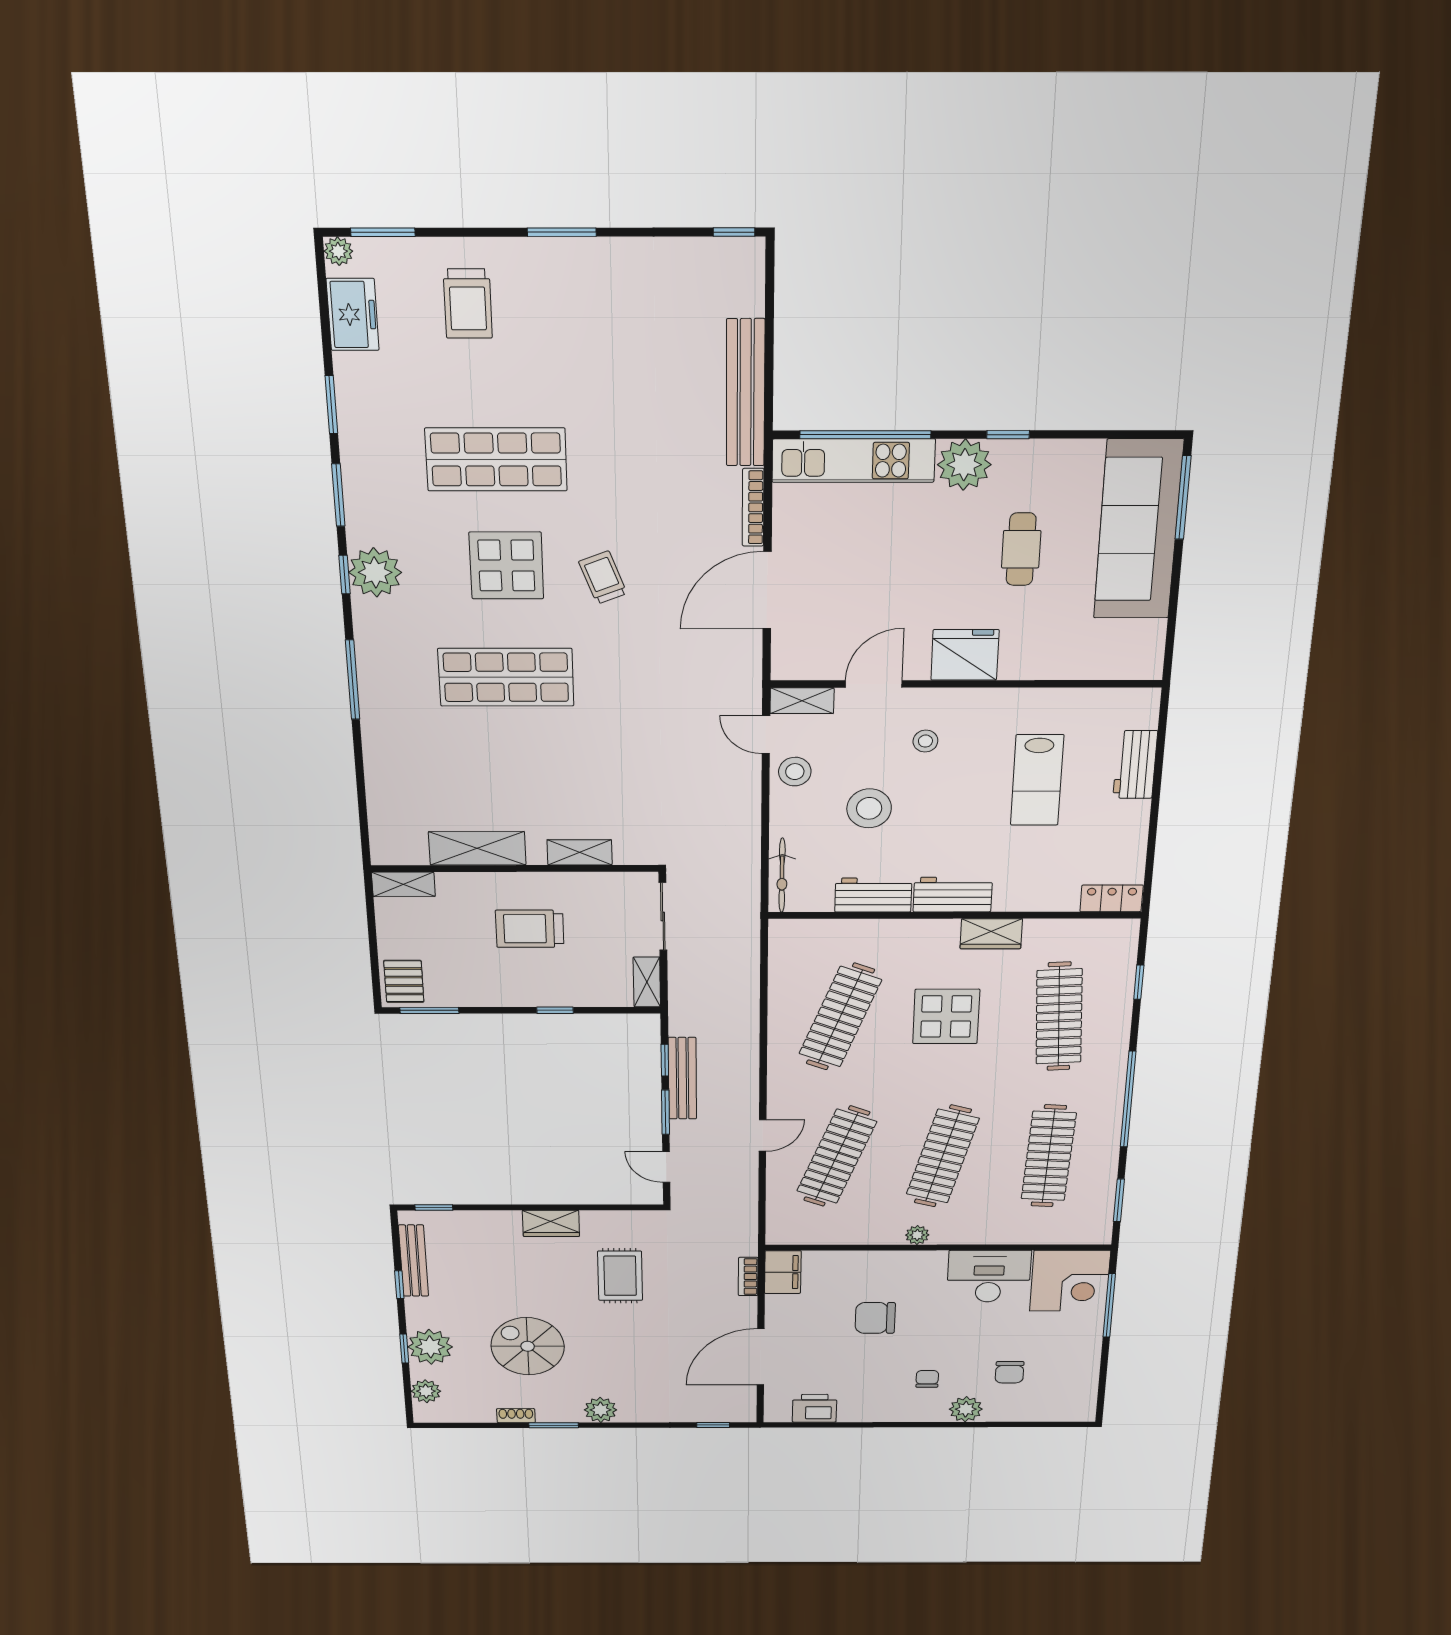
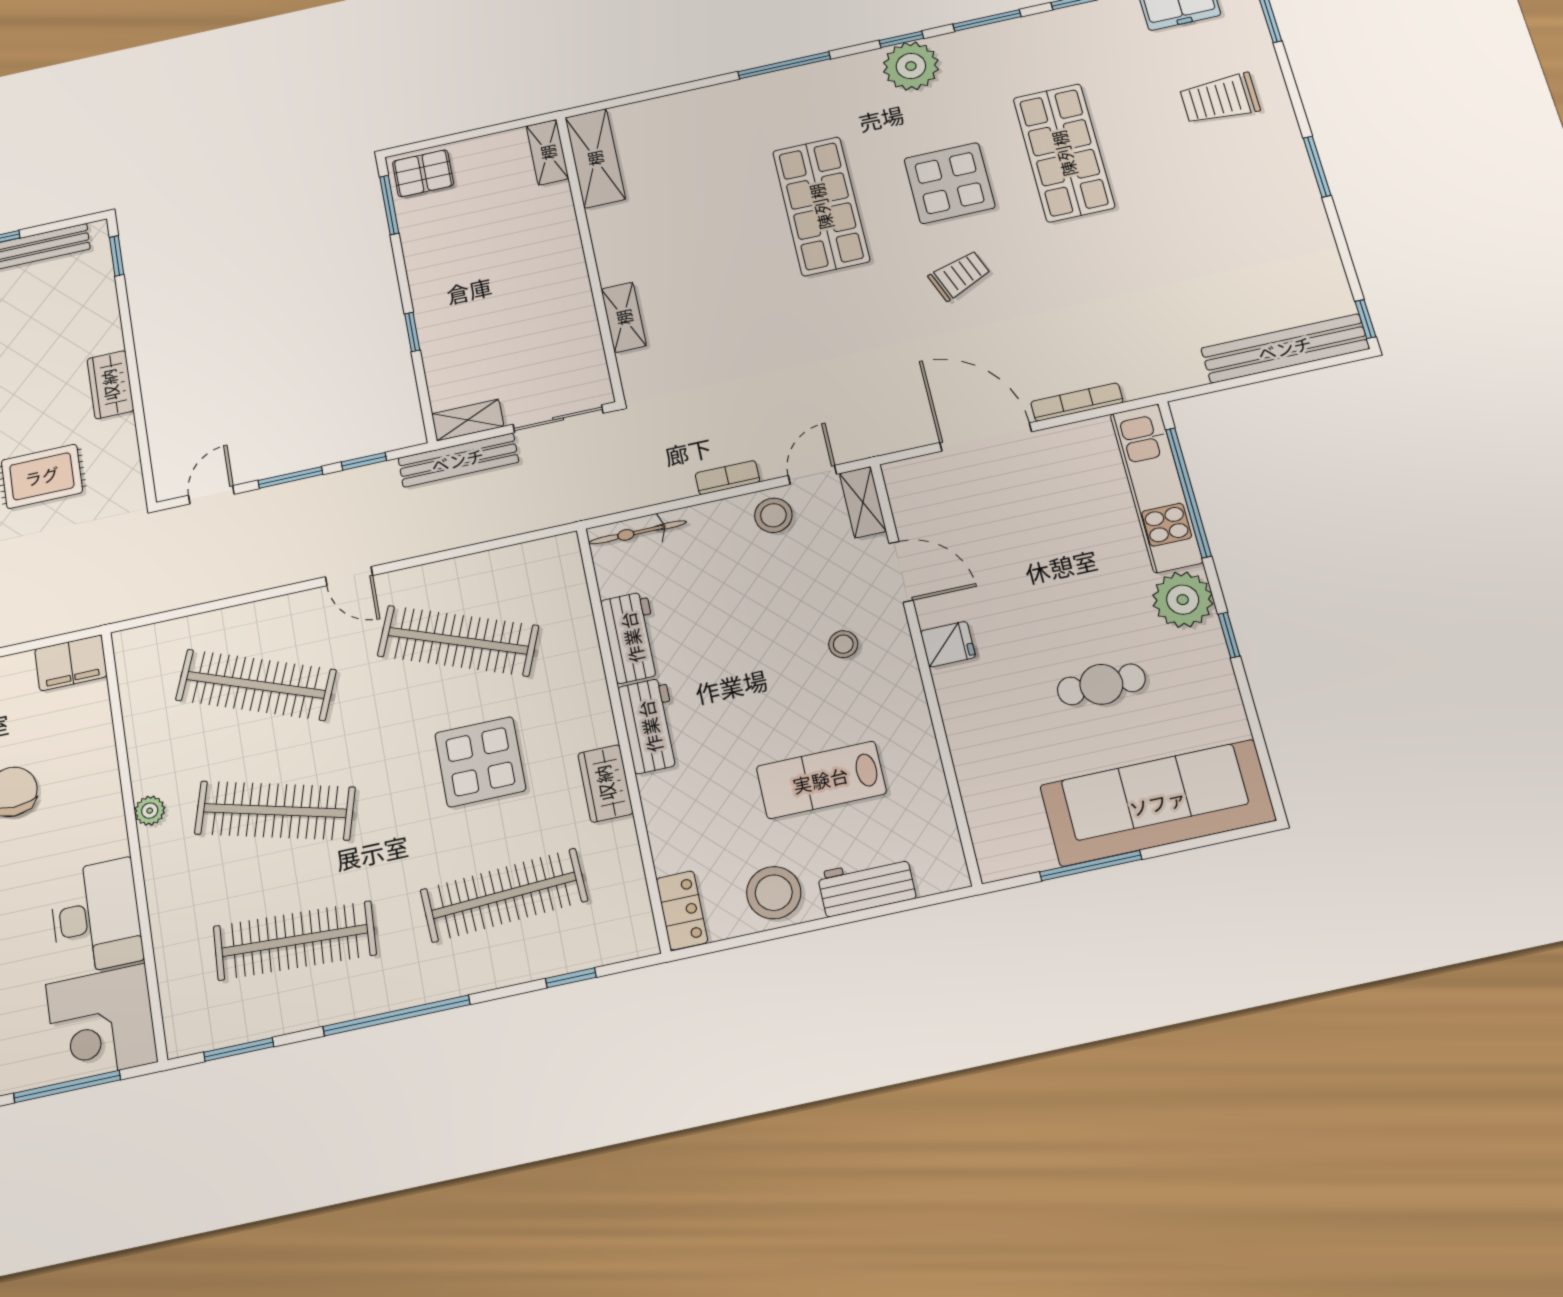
bench: (746, 393) -> (1285, 348), moved
window: (1183, 498) -> (1091, 866), moved
fridge: (965, 655) -> (948, 644), width x0.53, depth x0.75
stool: (869, 808) -> (774, 893), moved
shelving: (477, 848) -> (595, 158), moved
trolley: (530, 929) -> (515, 286), removed
bench: (682, 1078) -> (458, 460), moved
door: (763, 1135) -> (349, 576), moved
bookcase: (748, 1277) -> (727, 478), moved

